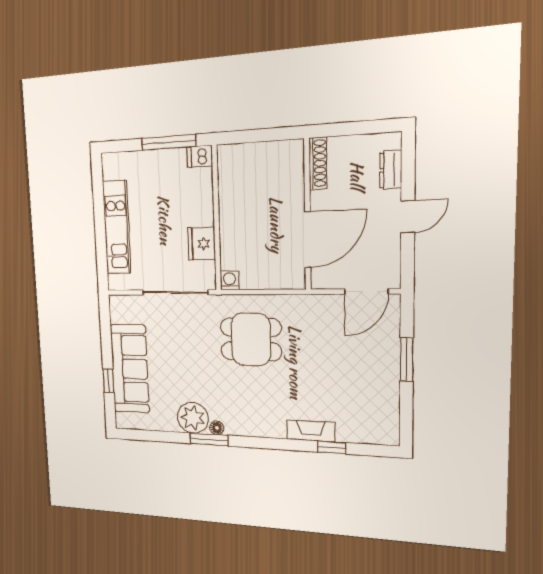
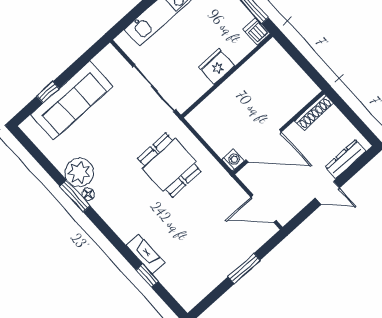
dresser: (391, 170) -> (346, 159), width x1.44
fridge: (202, 244) -> (217, 67), moved
washing machine: (230, 280) -> (233, 160), moved

